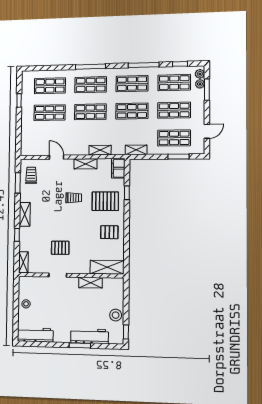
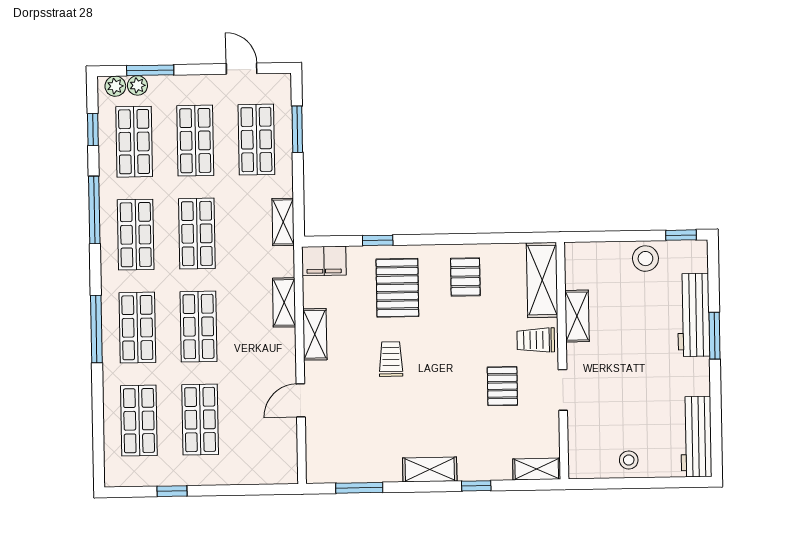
trolley: (31, 175) -> (536, 340), moved

